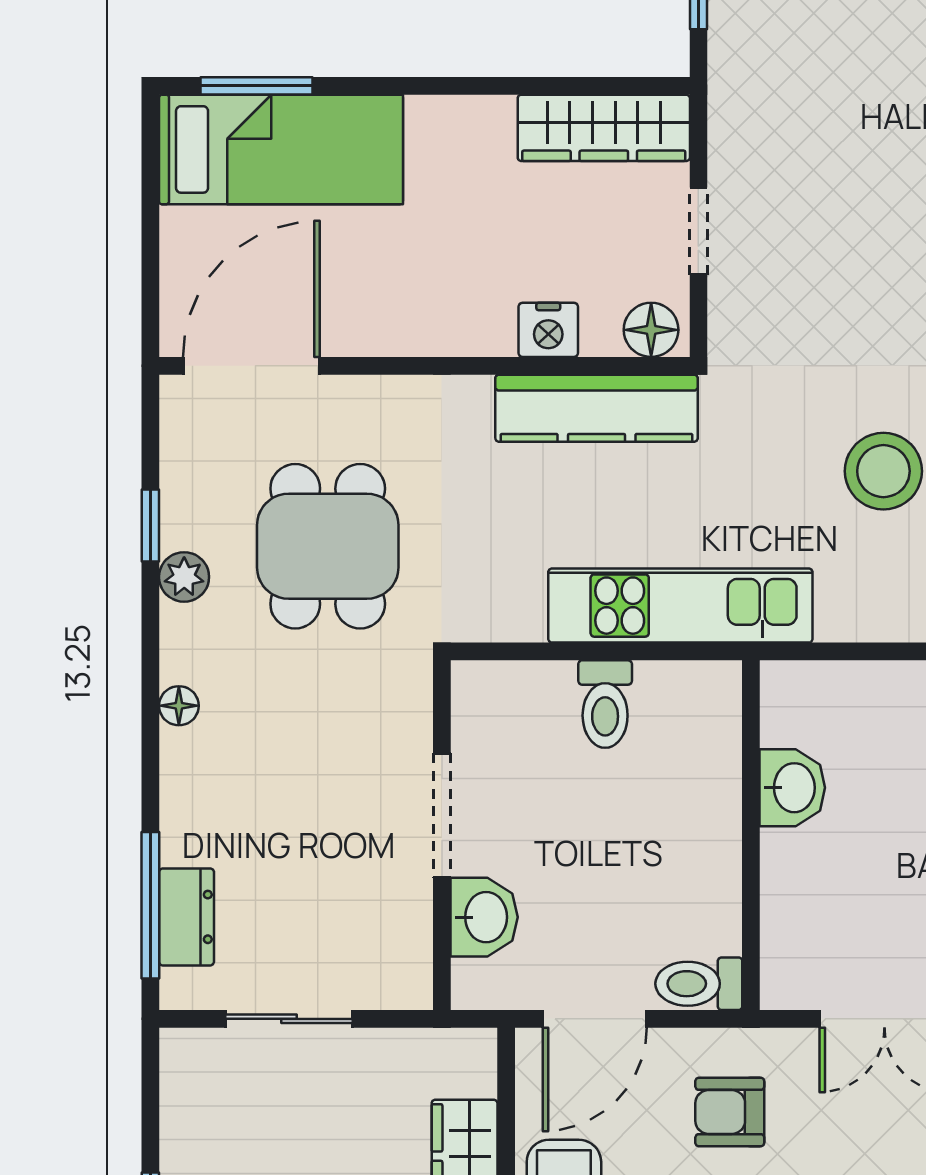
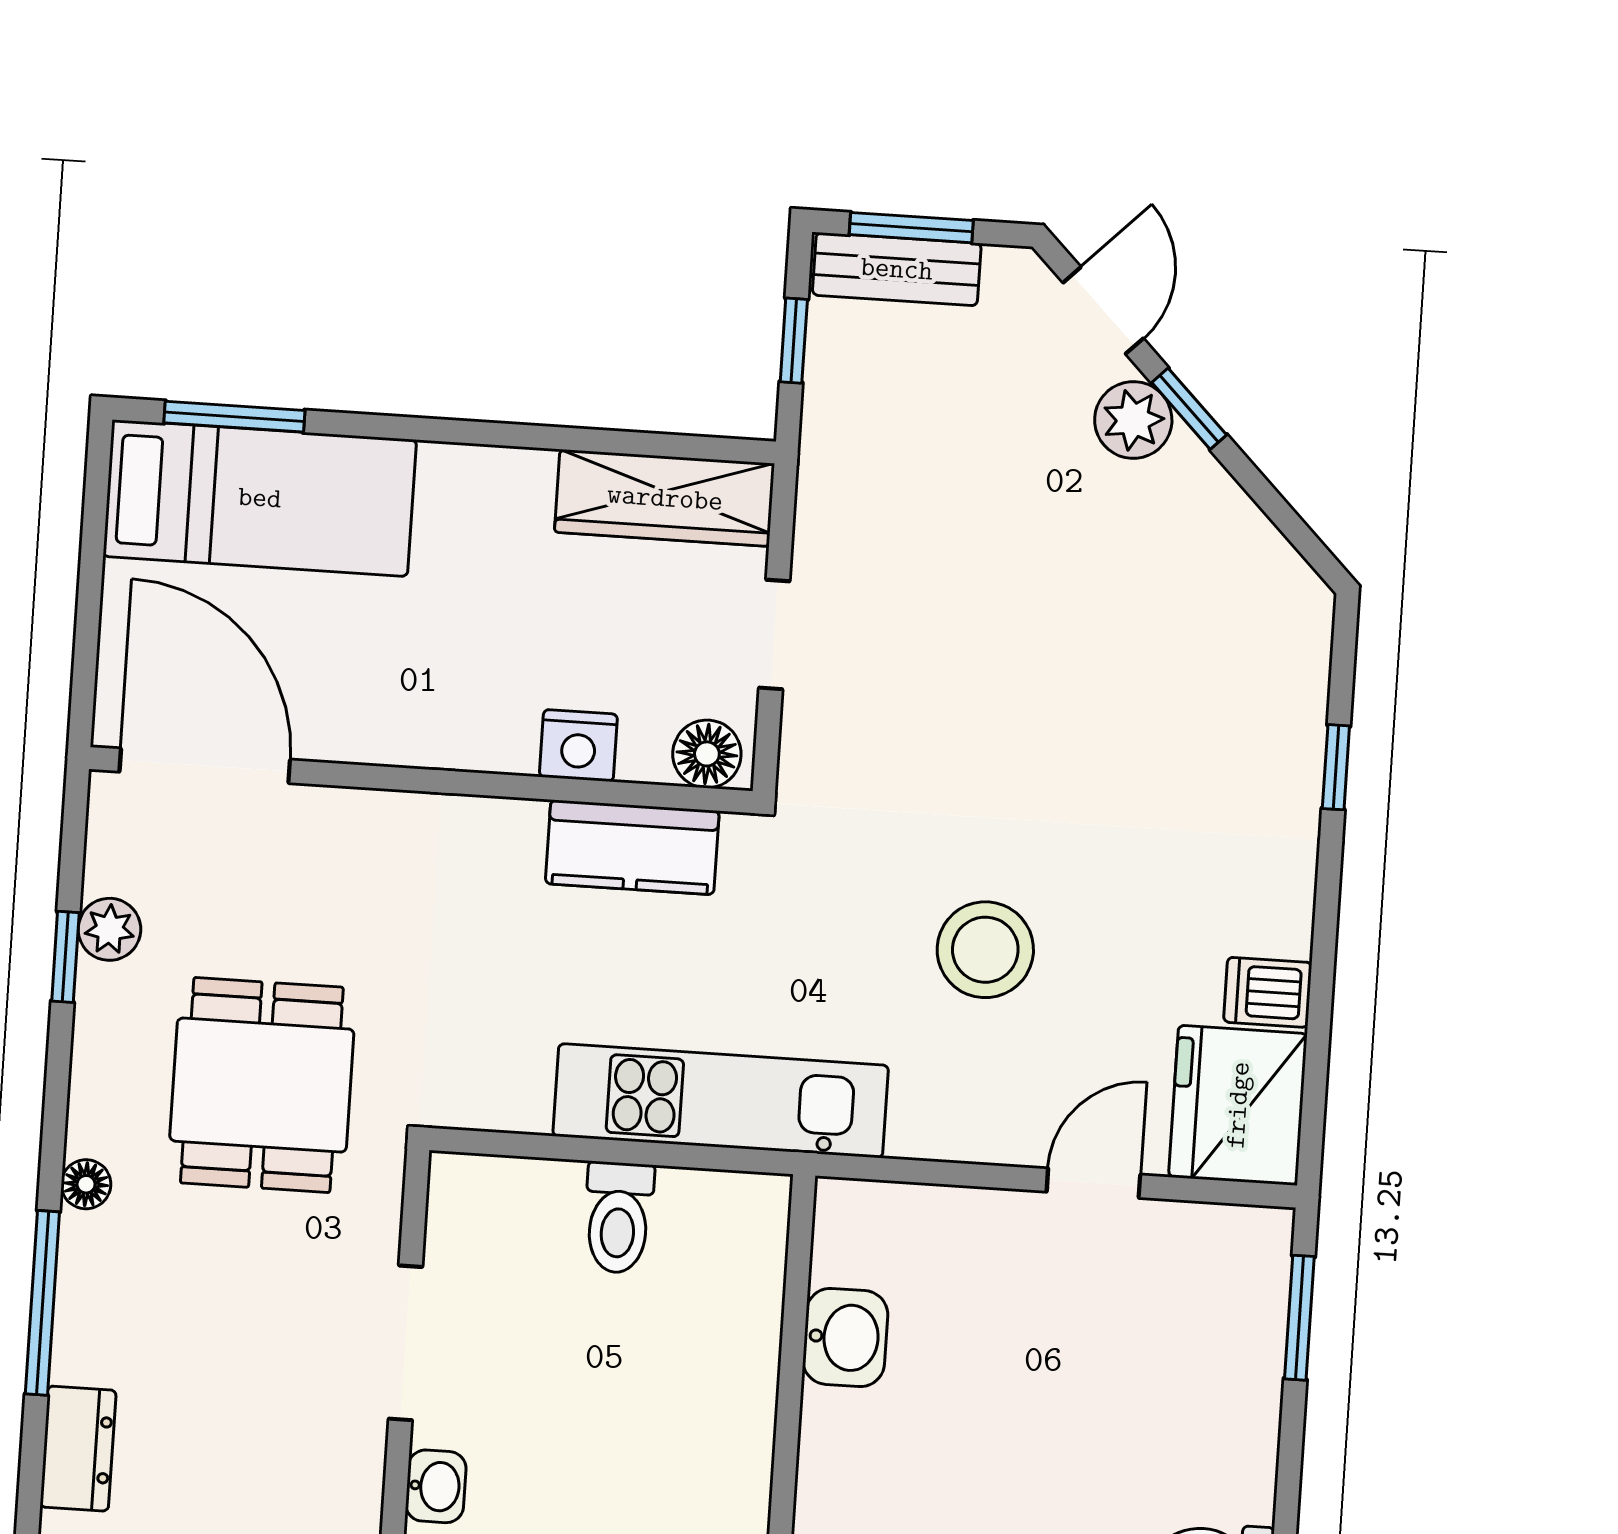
door: (251, 366) -> (205, 766), hinge flipped
kitchen counter: (597, 408) -> (632, 847), width x0.67
dining table: (328, 546) -> (262, 1085), moved
plant: (184, 577) -> (109, 929), moved
window: (150, 905) -> (42, 1303), moved
washbasin: (484, 917) -> (436, 1486), width x0.72, depth x0.69

